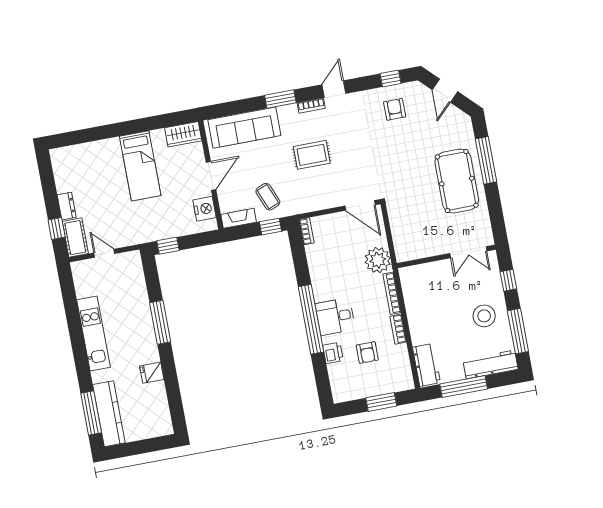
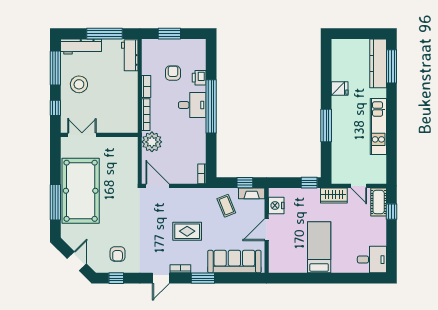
wardrobe: (183, 134) -> (334, 196), moved, turned 180
desk: (70, 163) -> (372, 260), added
pool table: (457, 181) -> (81, 191), width x1.36, depth x1.32
dresser: (67, 206) -> (381, 227), removed
window: (271, 227) -> (245, 183), moved

